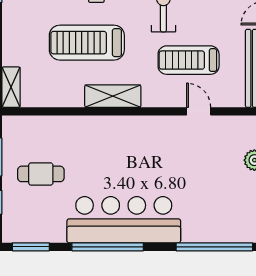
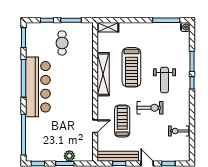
treadmill: (87, 43) -> (131, 67), turned 180
shelving: (113, 96) -> (103, 74), width x1.47

